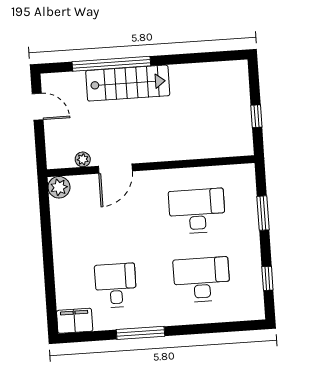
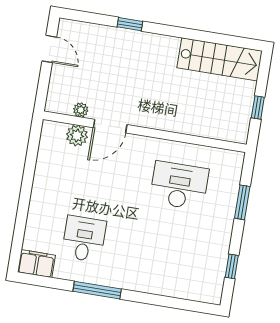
window: (111, 64) -> (130, 24), width x0.32
stairs: (128, 83) -> (220, 59), moved
plant: (59, 187) -> (77, 136), moved
desk: (202, 280) -> (168, 253), removed

